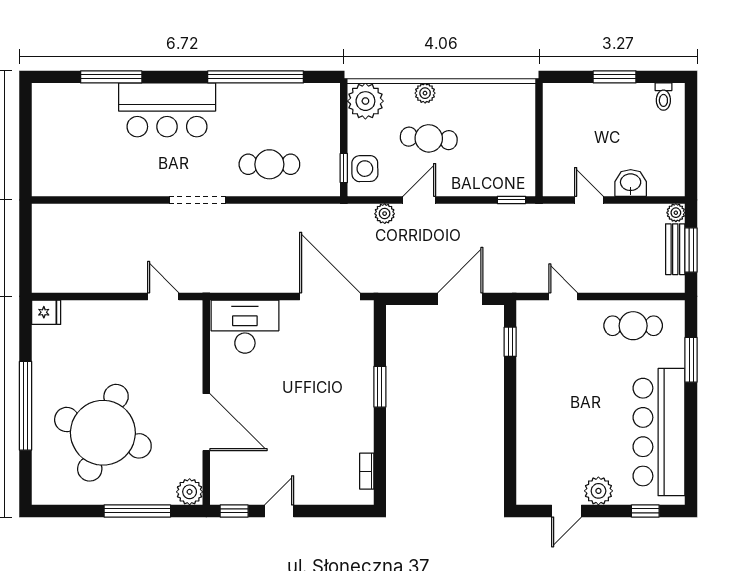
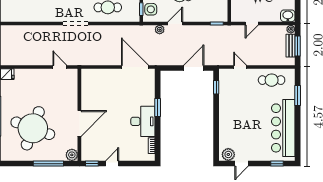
washbasin: (631, 183) -> (288, 16), moved
door: (589, 200) -> (252, 23), swing flipped
desk: (245, 327) -> (143, 121), moved, turned 90
door: (206, 422) -> (79, 124), hinge flipped
plant: (598, 491) -> (228, 154), moved

